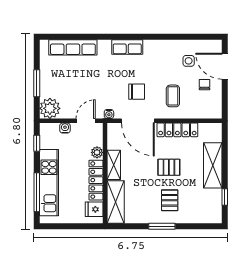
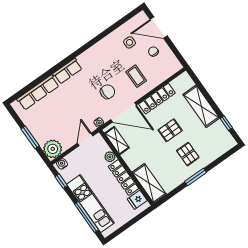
row of seats: (127, 47) -> (67, 71), moved
water cooler: (65, 128) -> (62, 164), moved
shelving: (114, 165) -> (117, 141), moved

